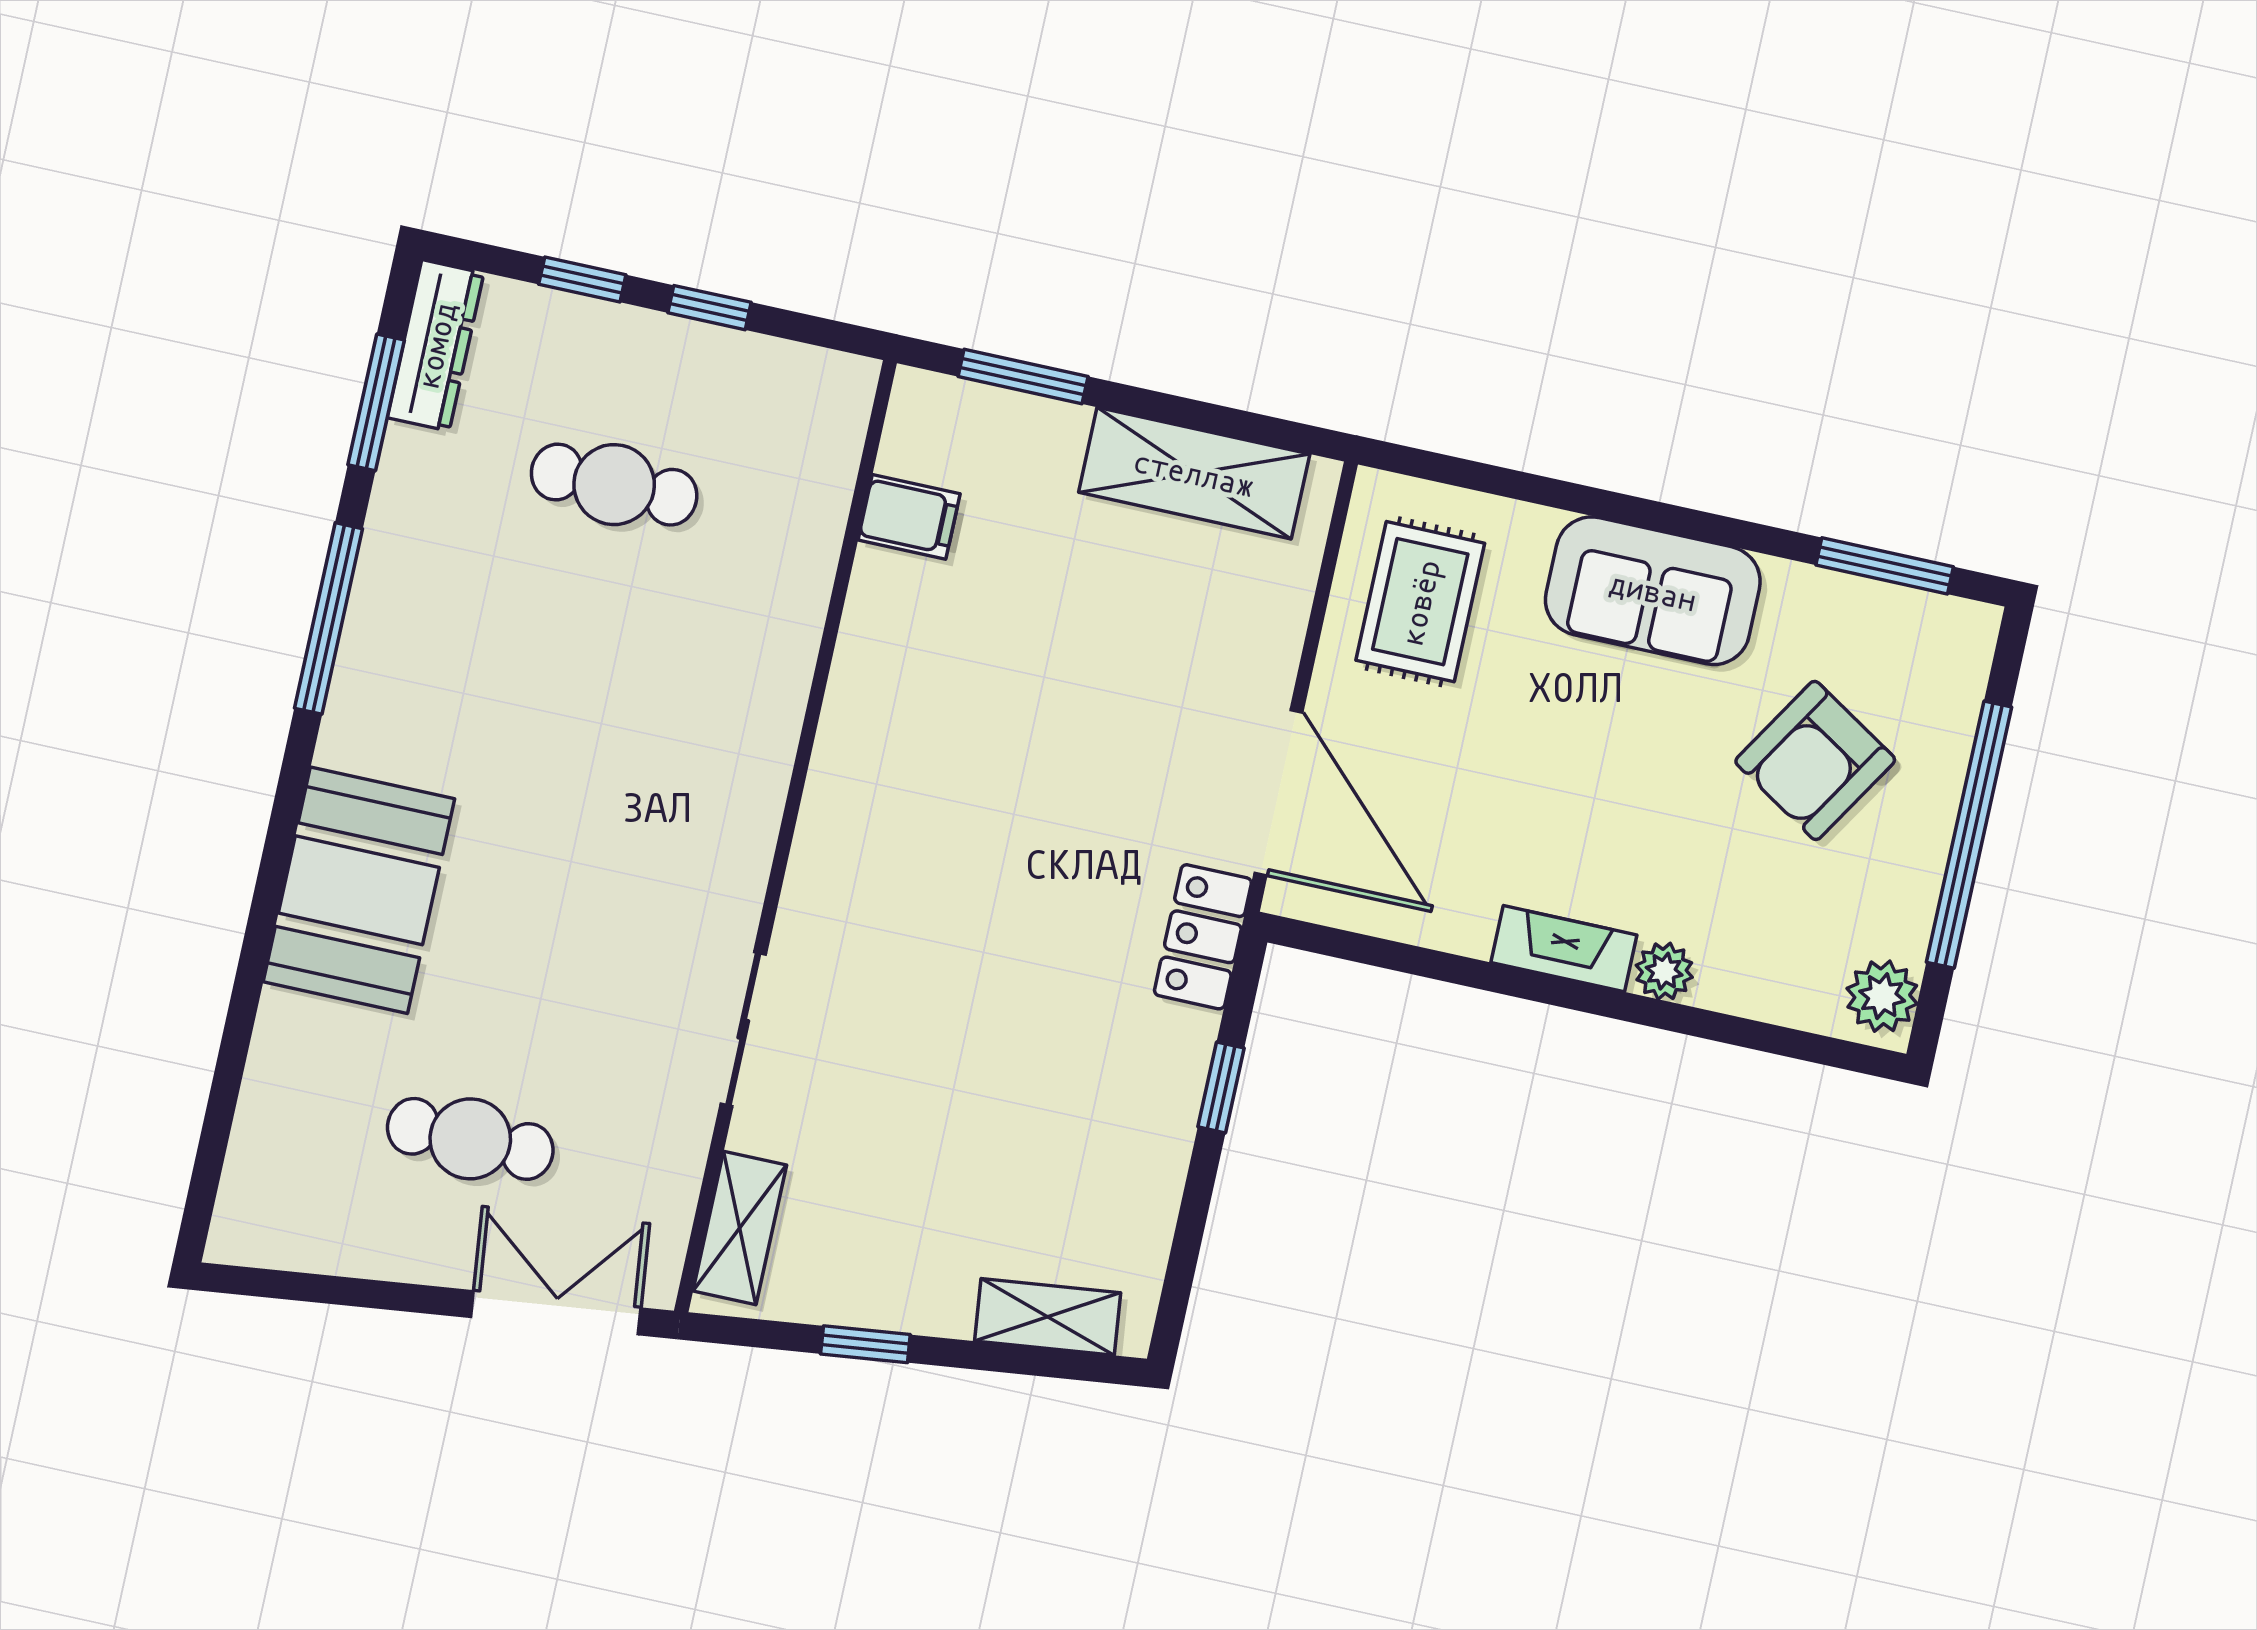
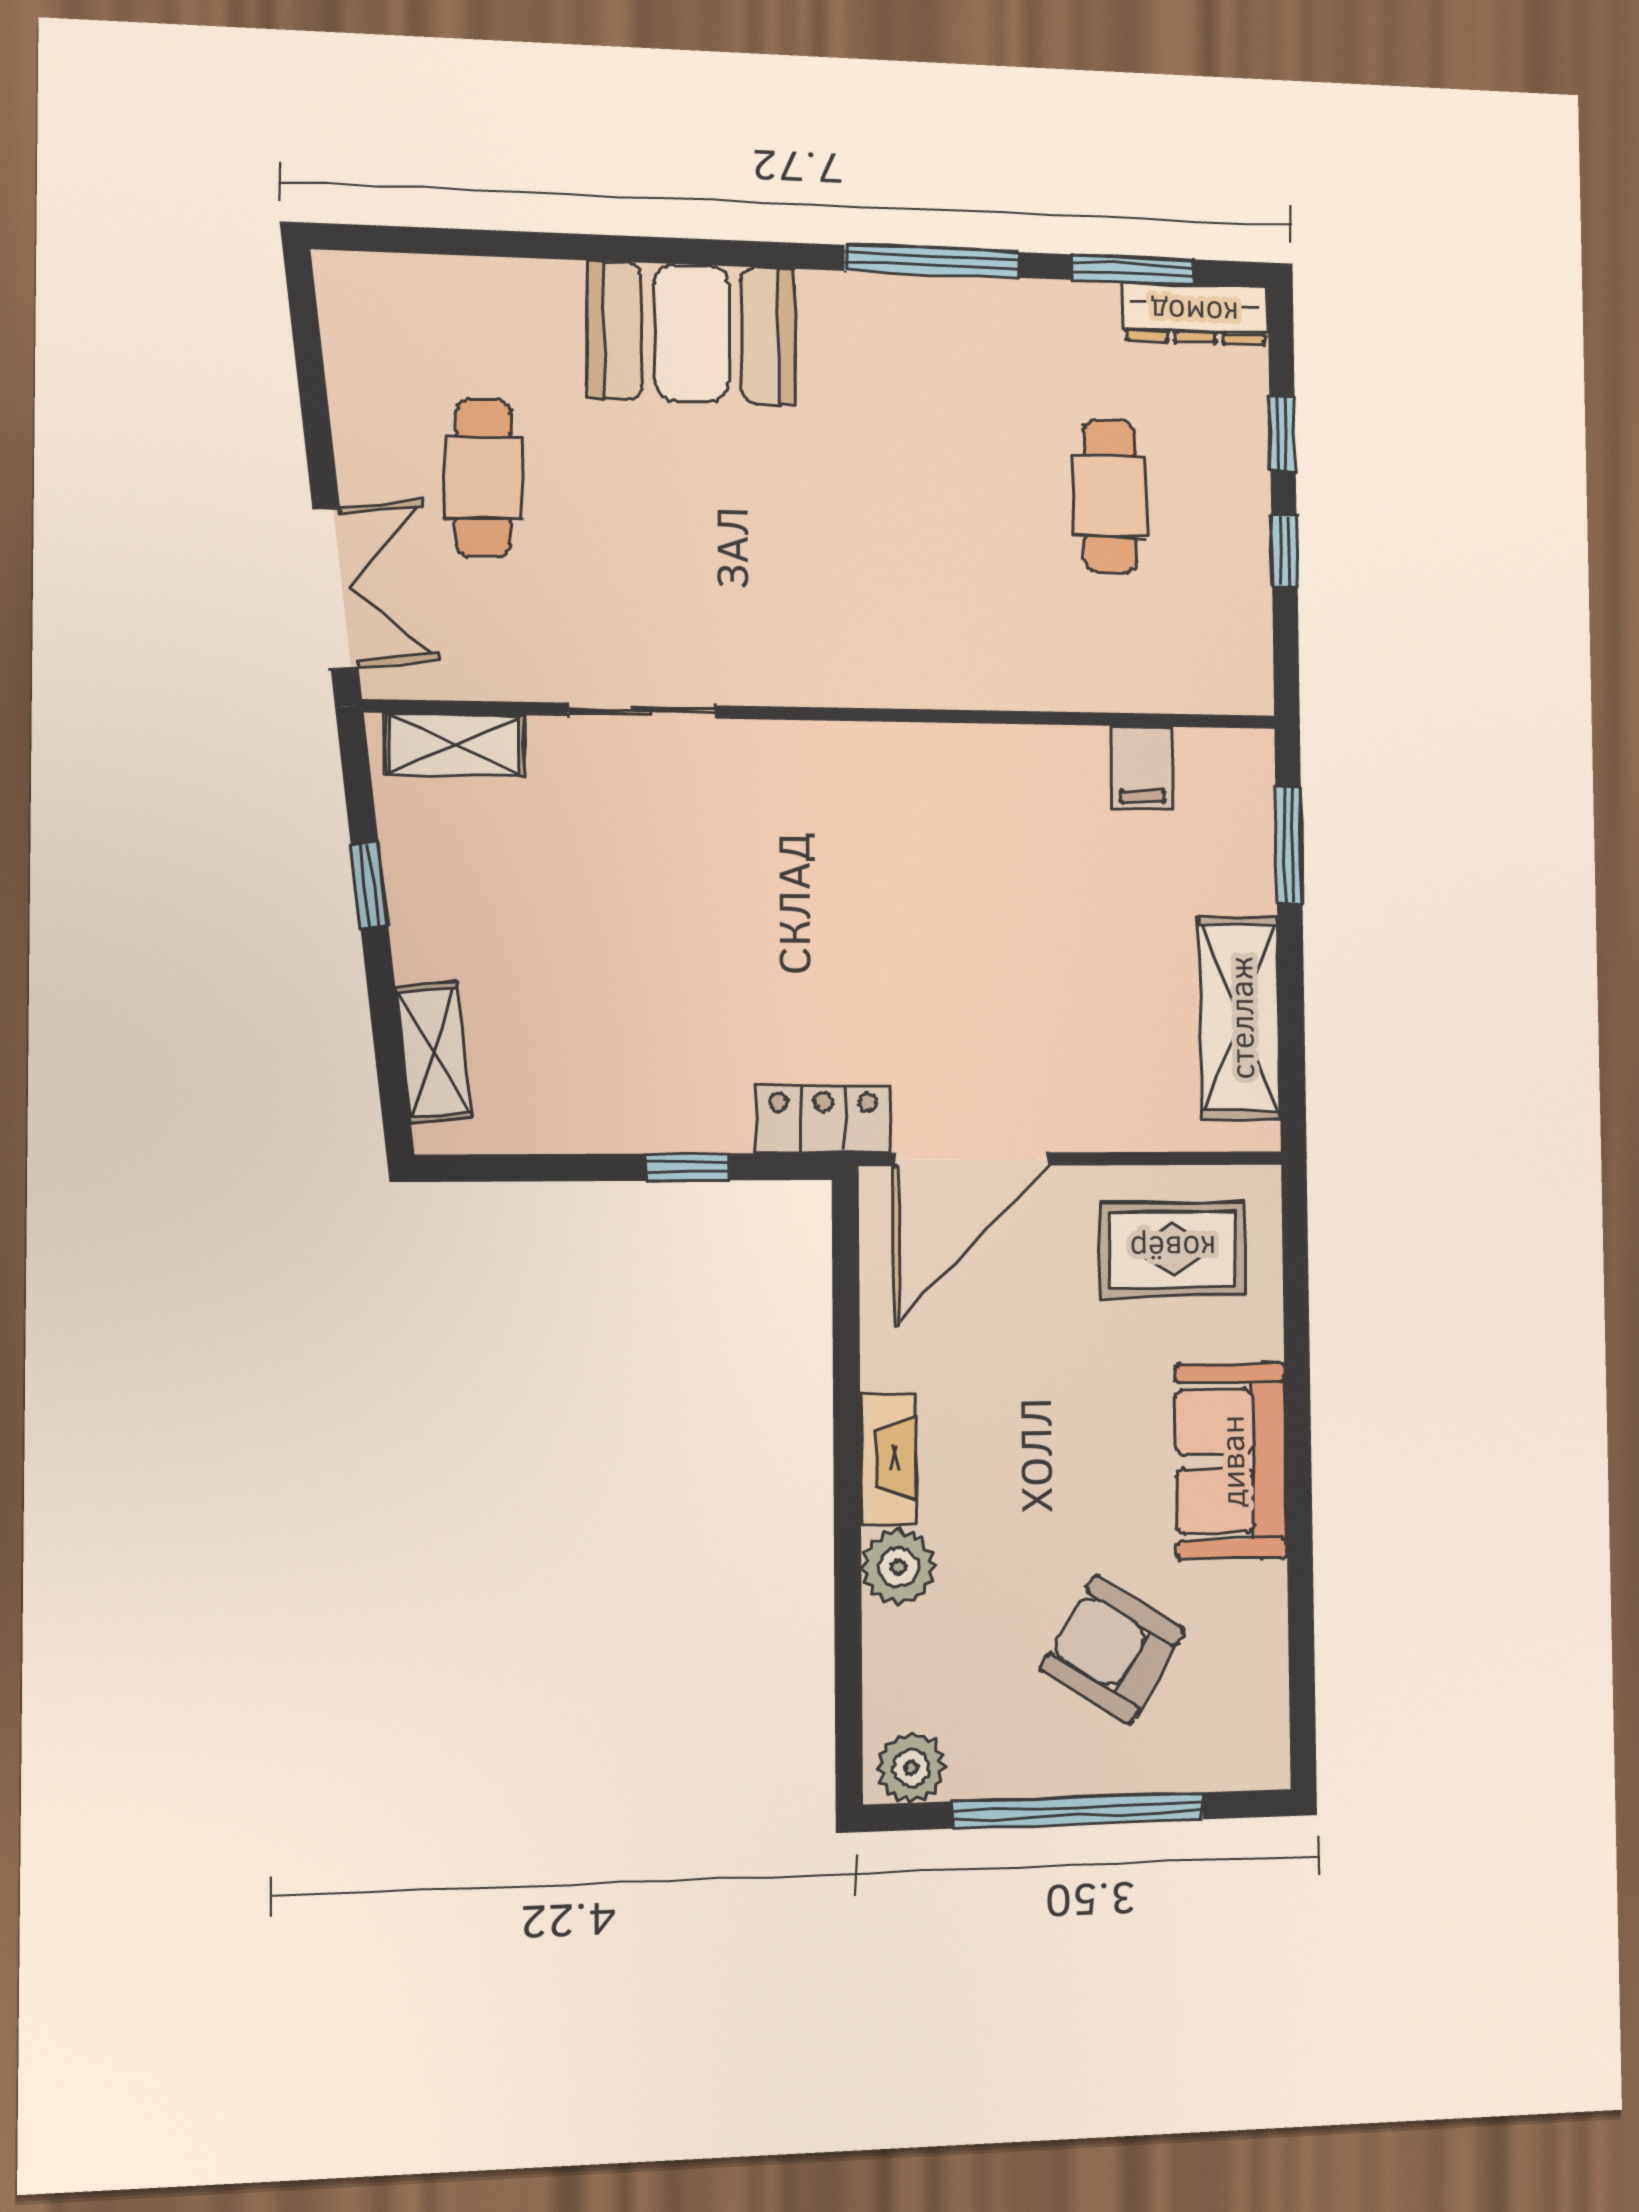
window: (1885, 566) -> (1302, 1669), removed
plant: (1664, 971) -> (899, 1567), width x1.38, depth x1.38

